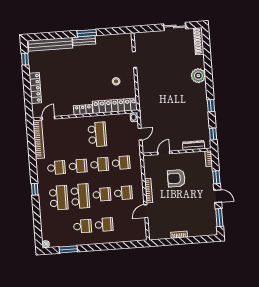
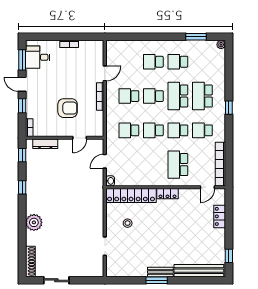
locker: (35, 88) -> (220, 216), width x0.66
school desk: (97, 134) -> (178, 165), moved
desk: (206, 221) -> (38, 57), added

